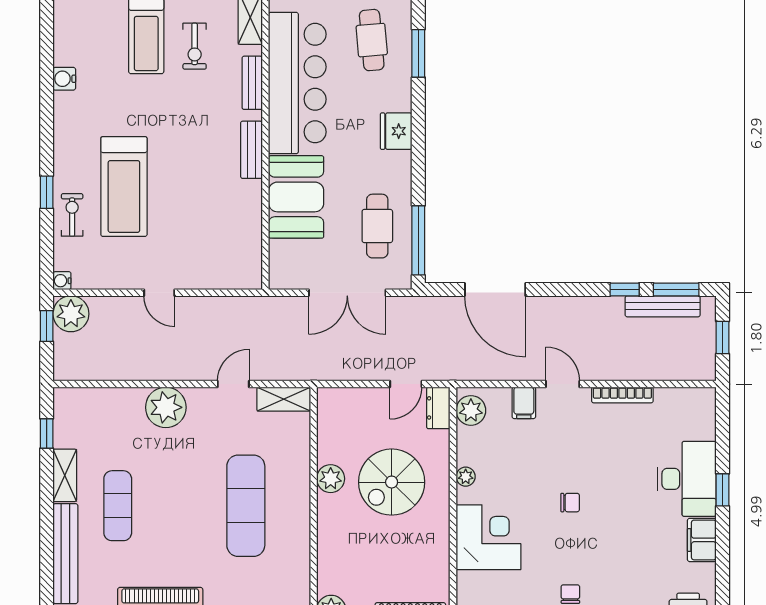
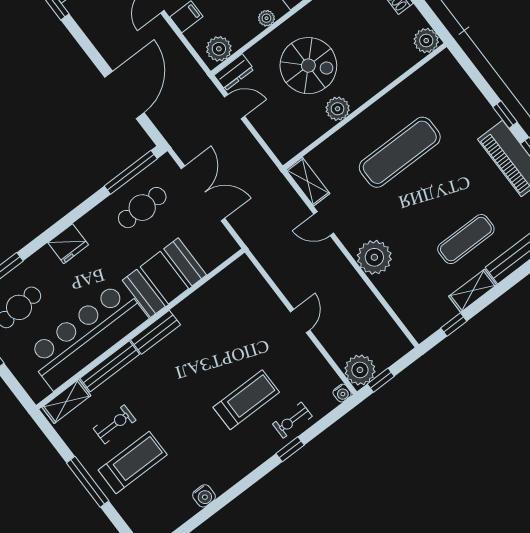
bench: (252, 83) -> (110, 366), width x1.36
treadmill: (124, 186) -> (246, 400), width x0.73, depth x0.73

